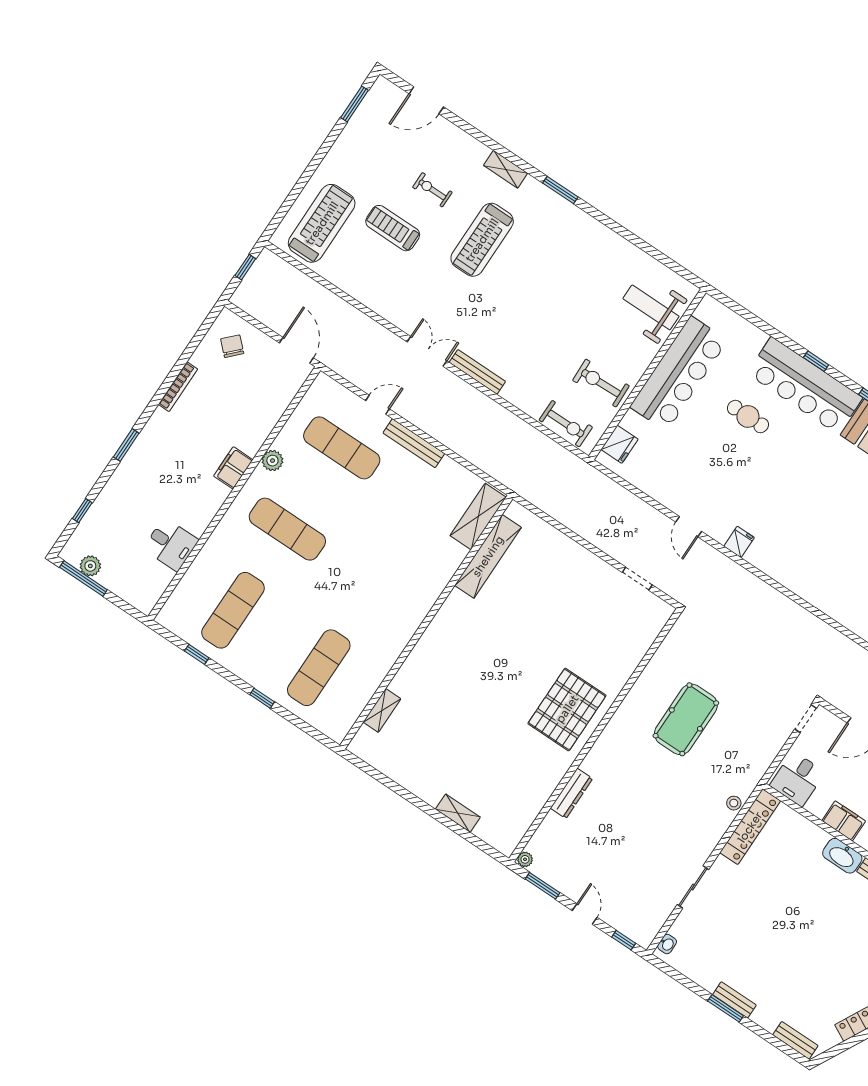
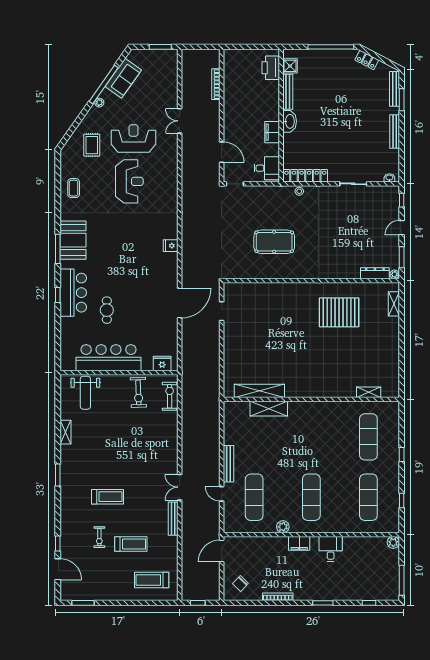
window: (463, 125) -> (58, 543), added
shelving: (506, 169) -> (66, 432), moved
treadmill: (322, 223) -> (152, 580), width x0.73, depth x0.73
treadmill: (393, 228) -> (131, 544), turned -90
treadmill: (482, 240) -> (107, 497), width x0.73, depth x0.73
bench: (477, 372) -> (173, 519), moved
bar counter: (805, 385) -> (73, 293), width x0.73
shelving: (478, 516) -> (269, 409), moved
door: (689, 527) -> (180, 303), width x1.87
fridge: (739, 542) -> (171, 246), moved
desk: (171, 544) -> (331, 549), moved
plant: (90, 566) -> (393, 542), moved
exercise mat: (233, 610) -> (368, 497), turned 90
exercise mat: (319, 668) -> (368, 437), turned 90
pallet: (567, 709) -> (339, 312), moved
dresser: (571, 793) -> (375, 273), moved
shelving: (458, 813) -> (394, 304), moved
bench: (734, 1000) -> (395, 131), width x1.36
window: (726, 1008) -> (402, 100), moved
bench: (795, 1040) -> (394, 89), width x1.36

